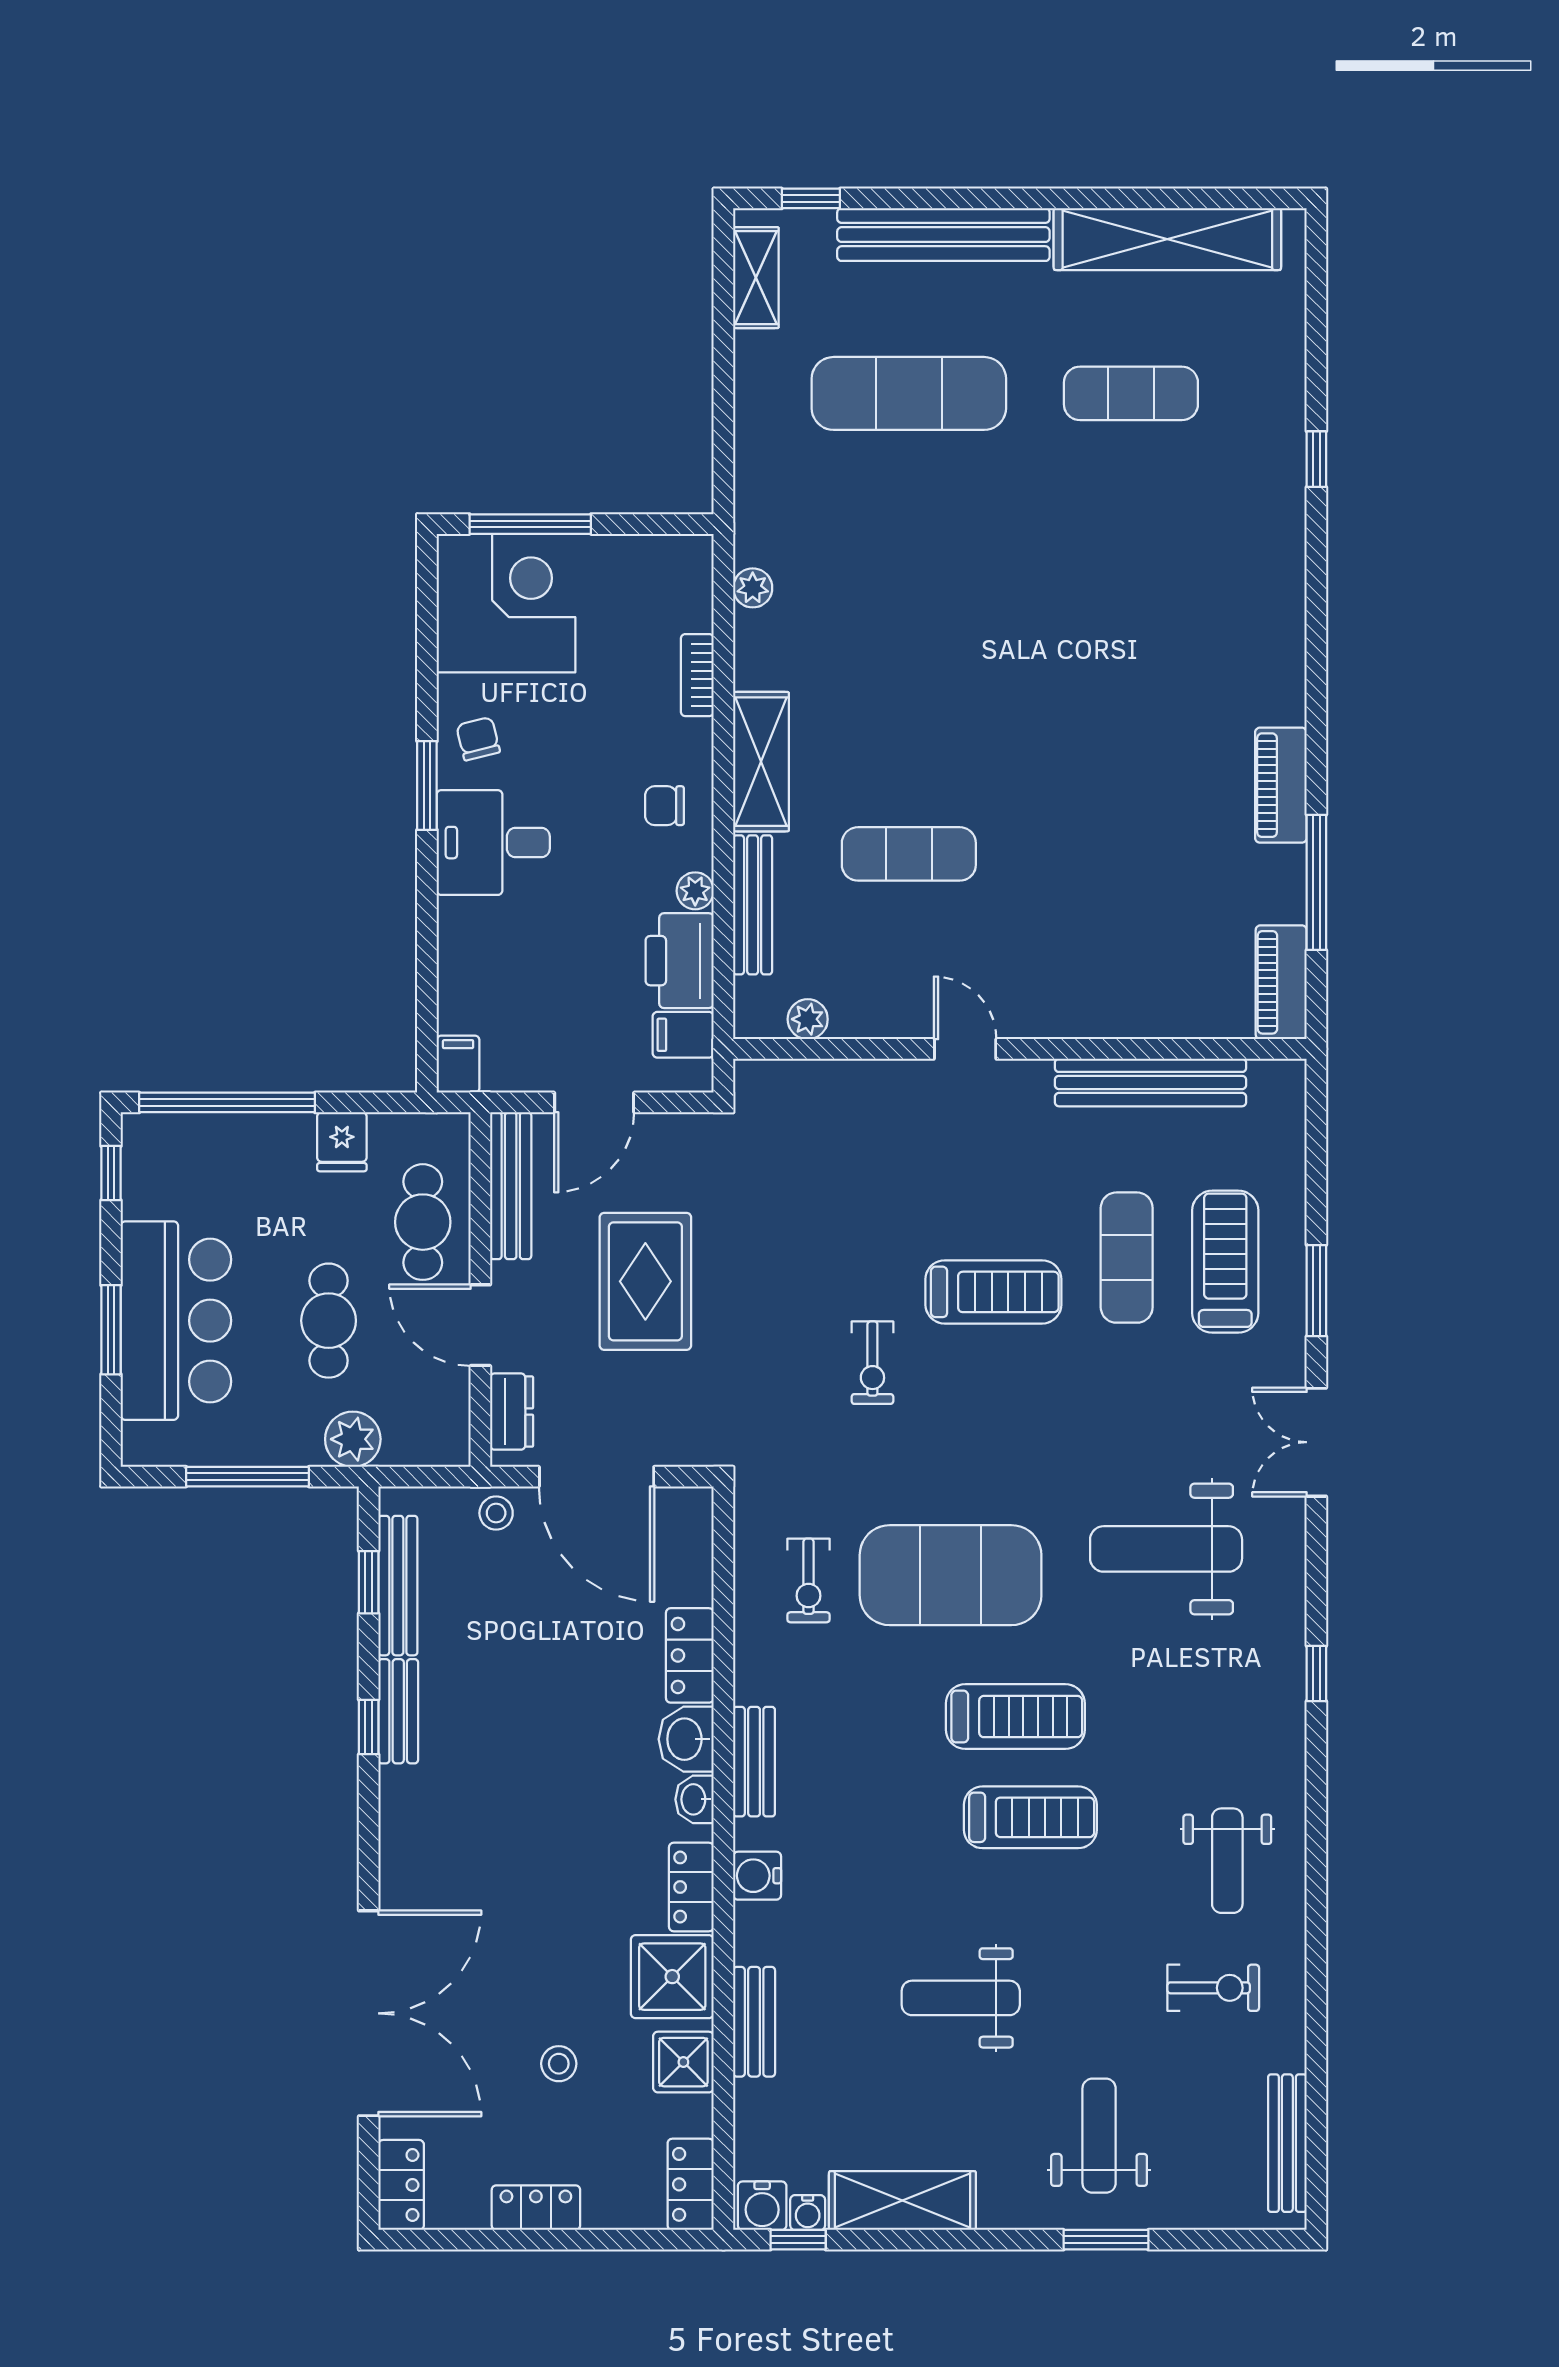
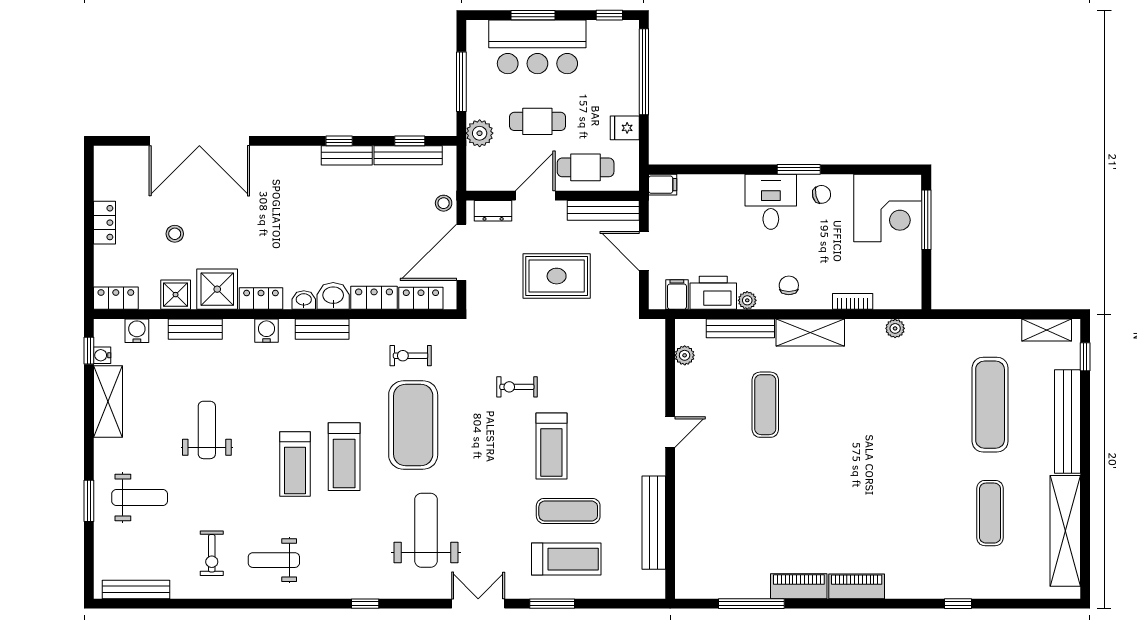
piano: (1281, 982) -> (857, 586), moved
locker: (401, 2185) -> (421, 298), moved, turned 180
water cooler: (762, 2206) -> (137, 331), moved, turned 90

